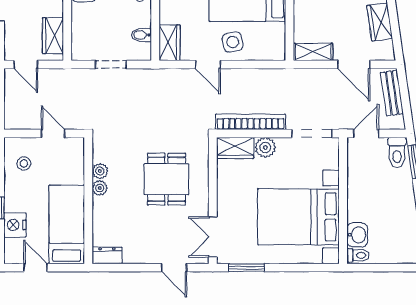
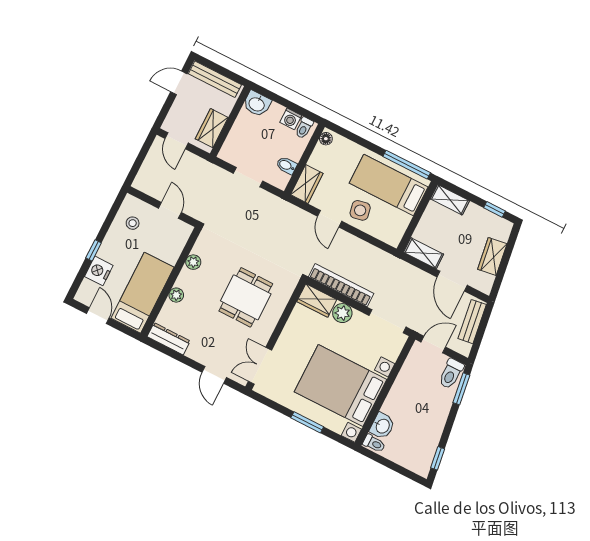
plant: (100, 188) -> (176, 295), moved
dresser: (107, 255) -> (169, 339), width x1.44
window: (246, 268) -> (307, 422), moved

